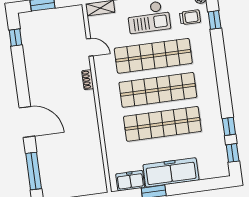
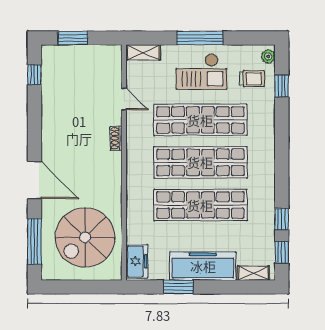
spiral stairs: (74, 162) -> (85, 237), added
shelving: (212, 173) -> (253, 273), added
freezer: (130, 181) -> (137, 261), moved, turned 90

